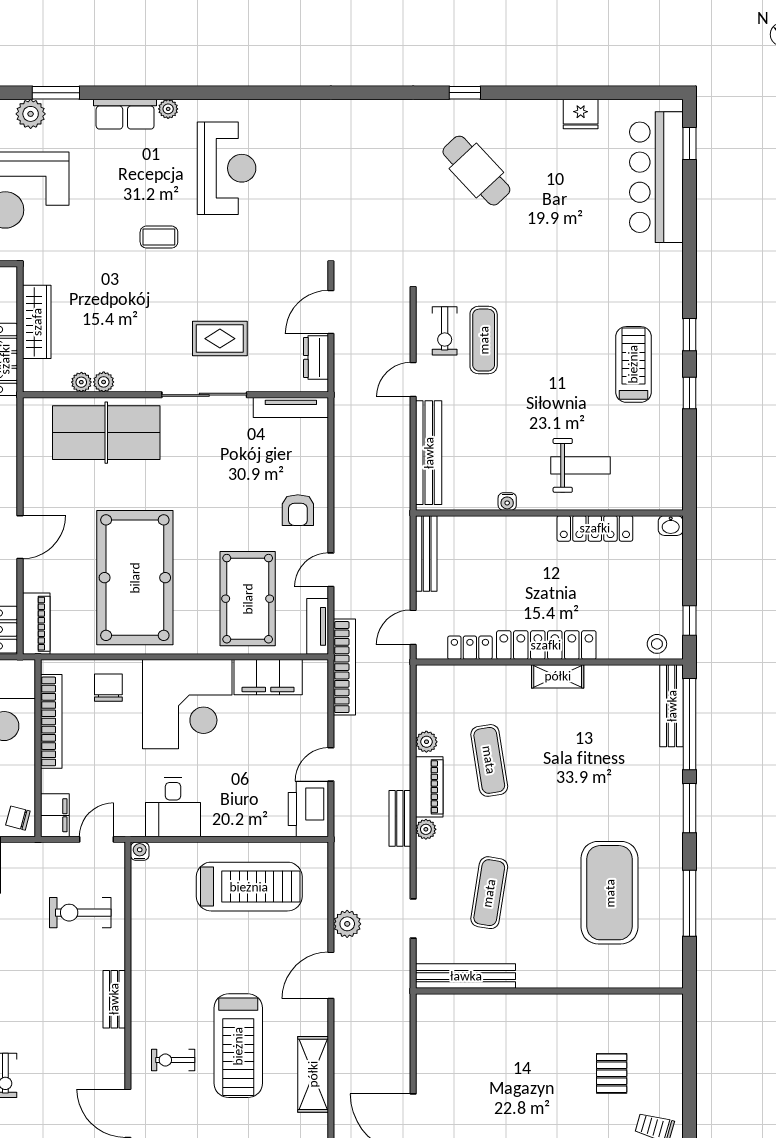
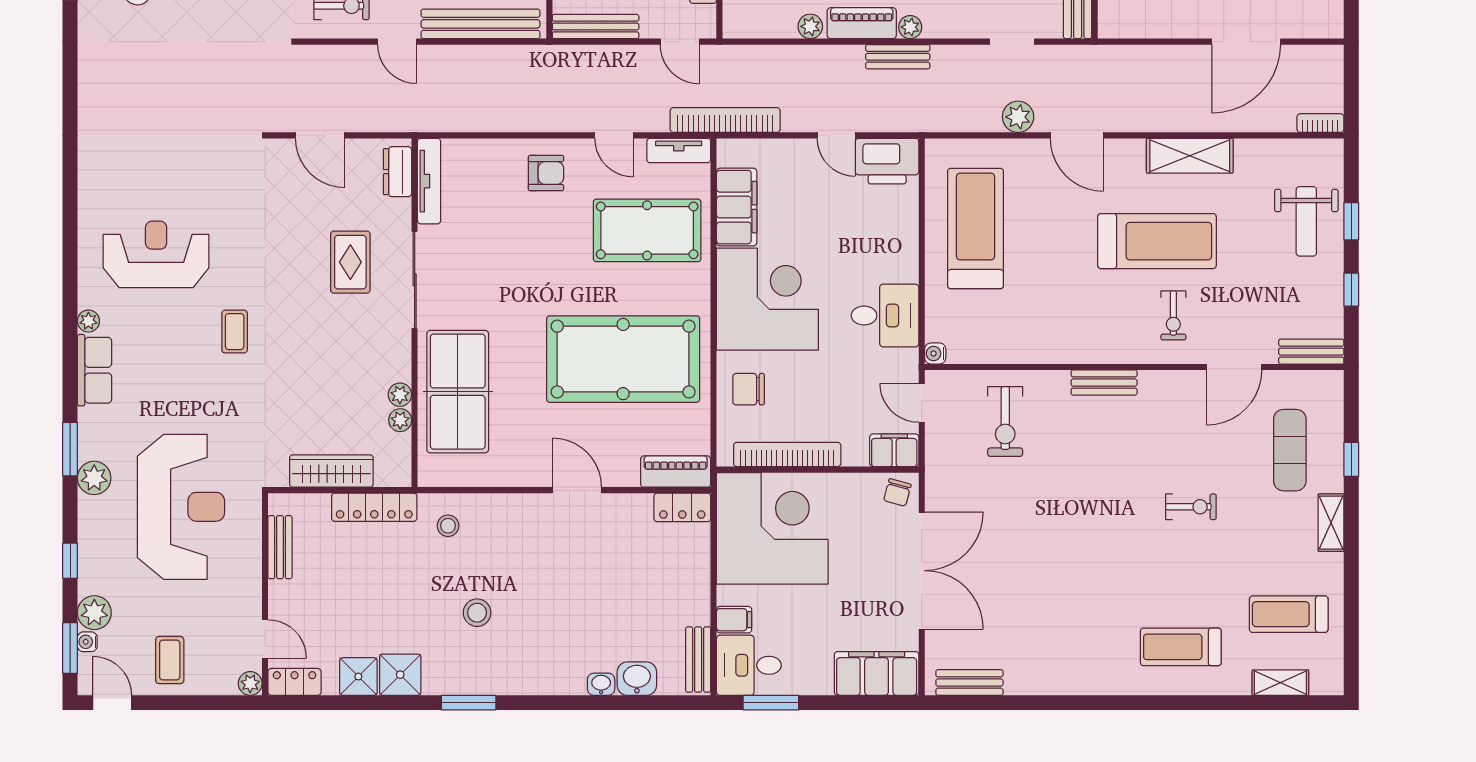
dresser: (316, 357) -> (398, 172), moved, turned 90

